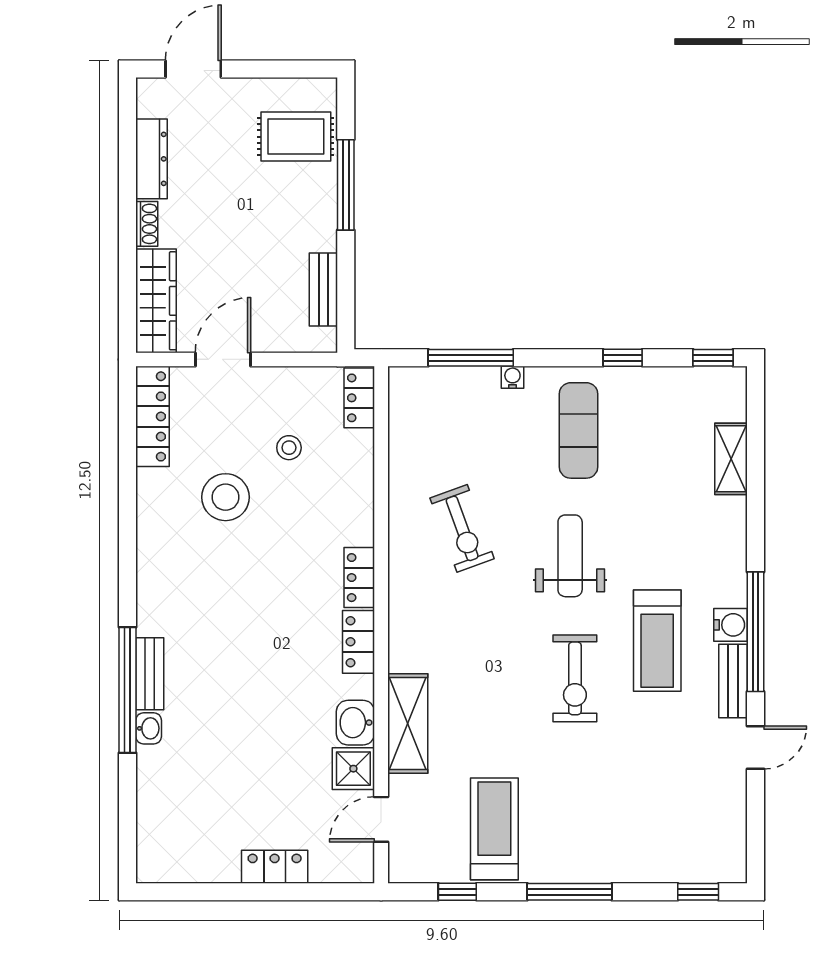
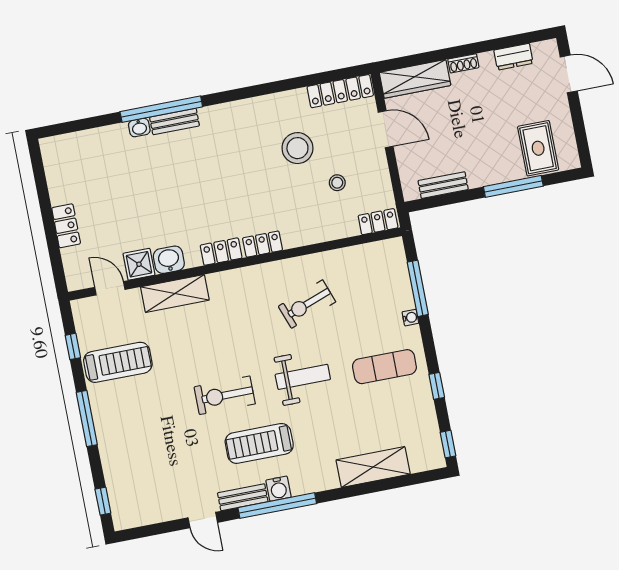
dresser: (152, 159) -> (514, 57), width x0.70
shelving: (731, 459) -> (373, 467), width x1.50, depth x1.33

